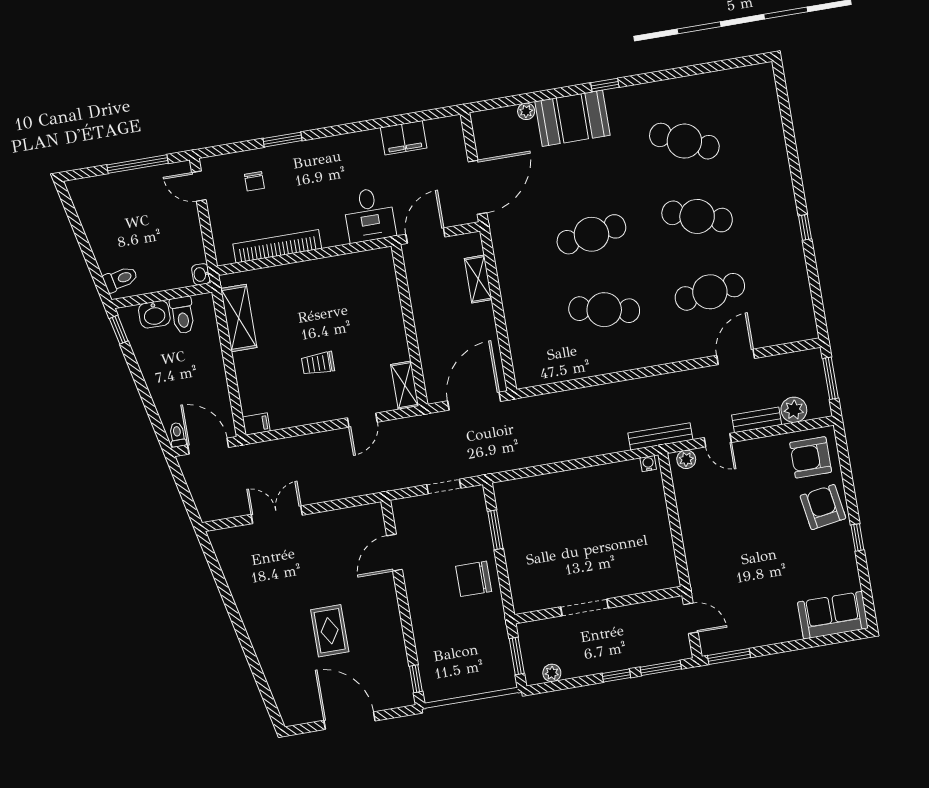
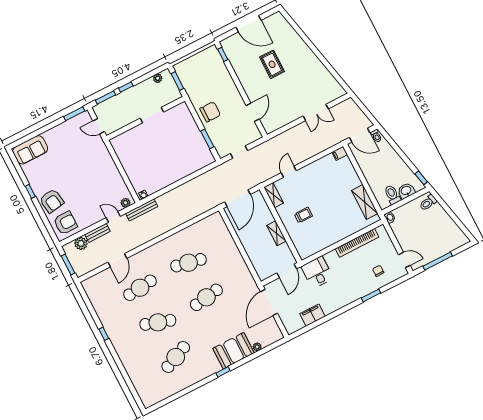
cafe table: (684, 141) -> (176, 357), turned -48
shelving: (478, 279) -> (277, 233), moved
trolley: (318, 363) -> (303, 215), moved

